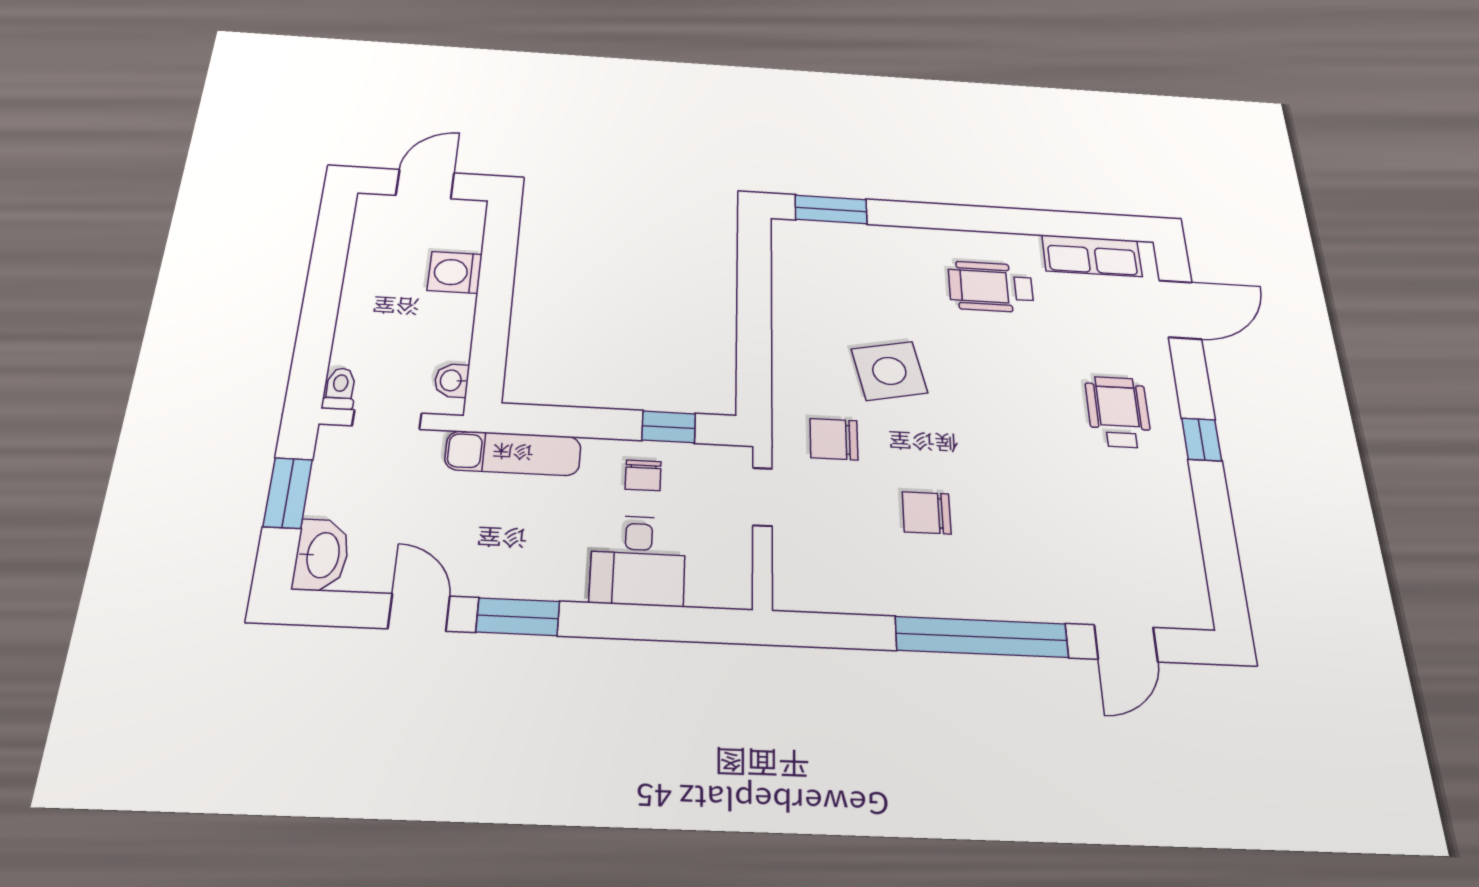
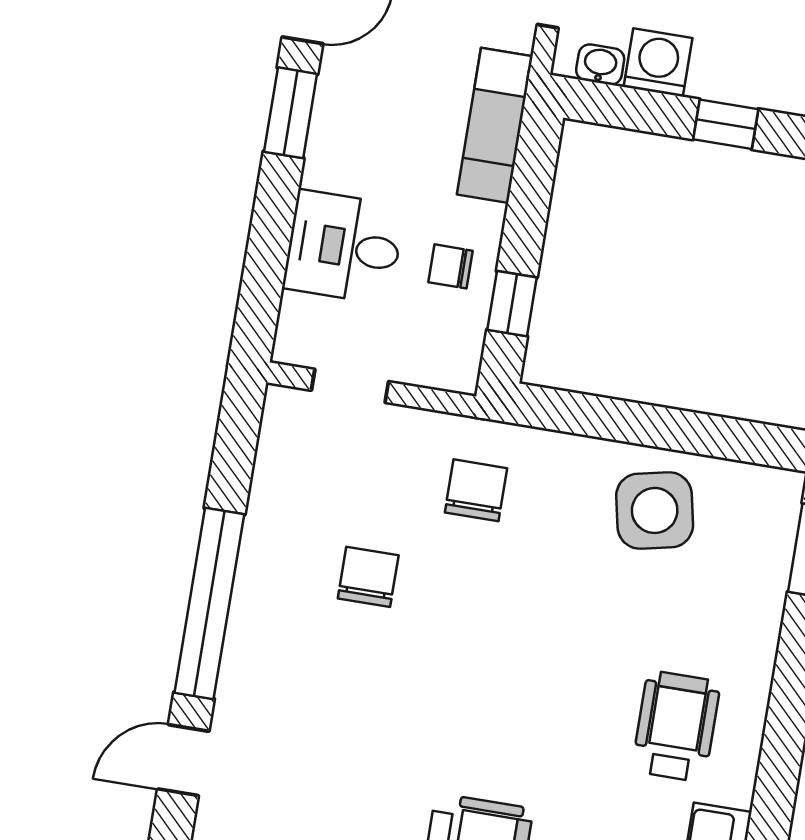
washing machine: (455, 272) -> (658, 63), moved
window: (495, 290) -> (726, 124), added
side table: (889, 371) -> (655, 510), moved
doorway: (762, 497) -> (350, 386), moved
door: (1126, 643) -> (183, 760), hinge flipped

